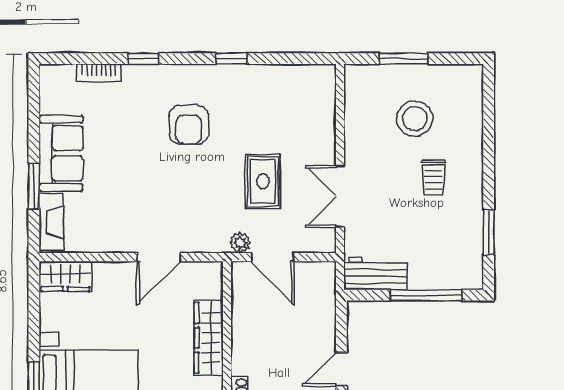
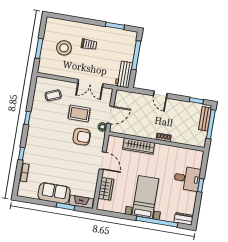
coffee table: (296, 112) -> (53, 95), added
armchair: (189, 125) -> (82, 137), moved
wardrobe: (65, 276) -> (106, 189), moved

